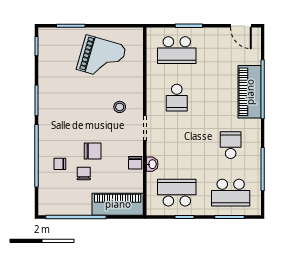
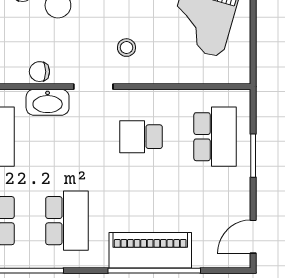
school desk: (177, 50) -> (215, 137), turned 180
school desk: (231, 145) -> (67, 221), width x1.85
washbasin: (152, 164) -> (48, 102), width x1.91, depth x1.45

